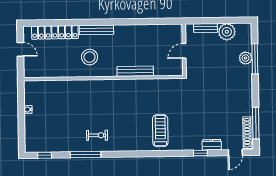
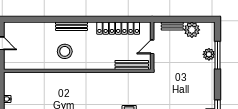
locker: (55, 32) -> (118, 28), moved
bench: (135, 71) -> (132, 65), moved

